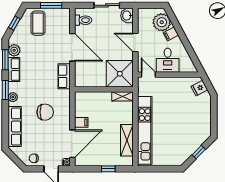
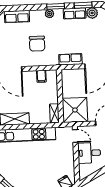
door: (148, 75) -> (75, 136), hinge flipped
filing cabinet: (81, 122) -> (41, 76), moved
row of seats: (15, 127) -> (17, 17), width x0.68

